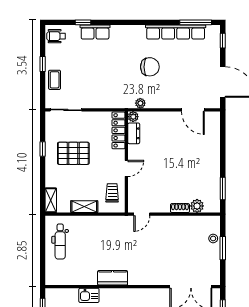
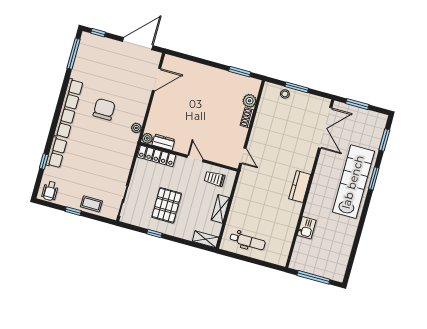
row of seats: (176, 32) -> (68, 109), moved
kitchen counter: (113, 278) -> (300, 187), moved

